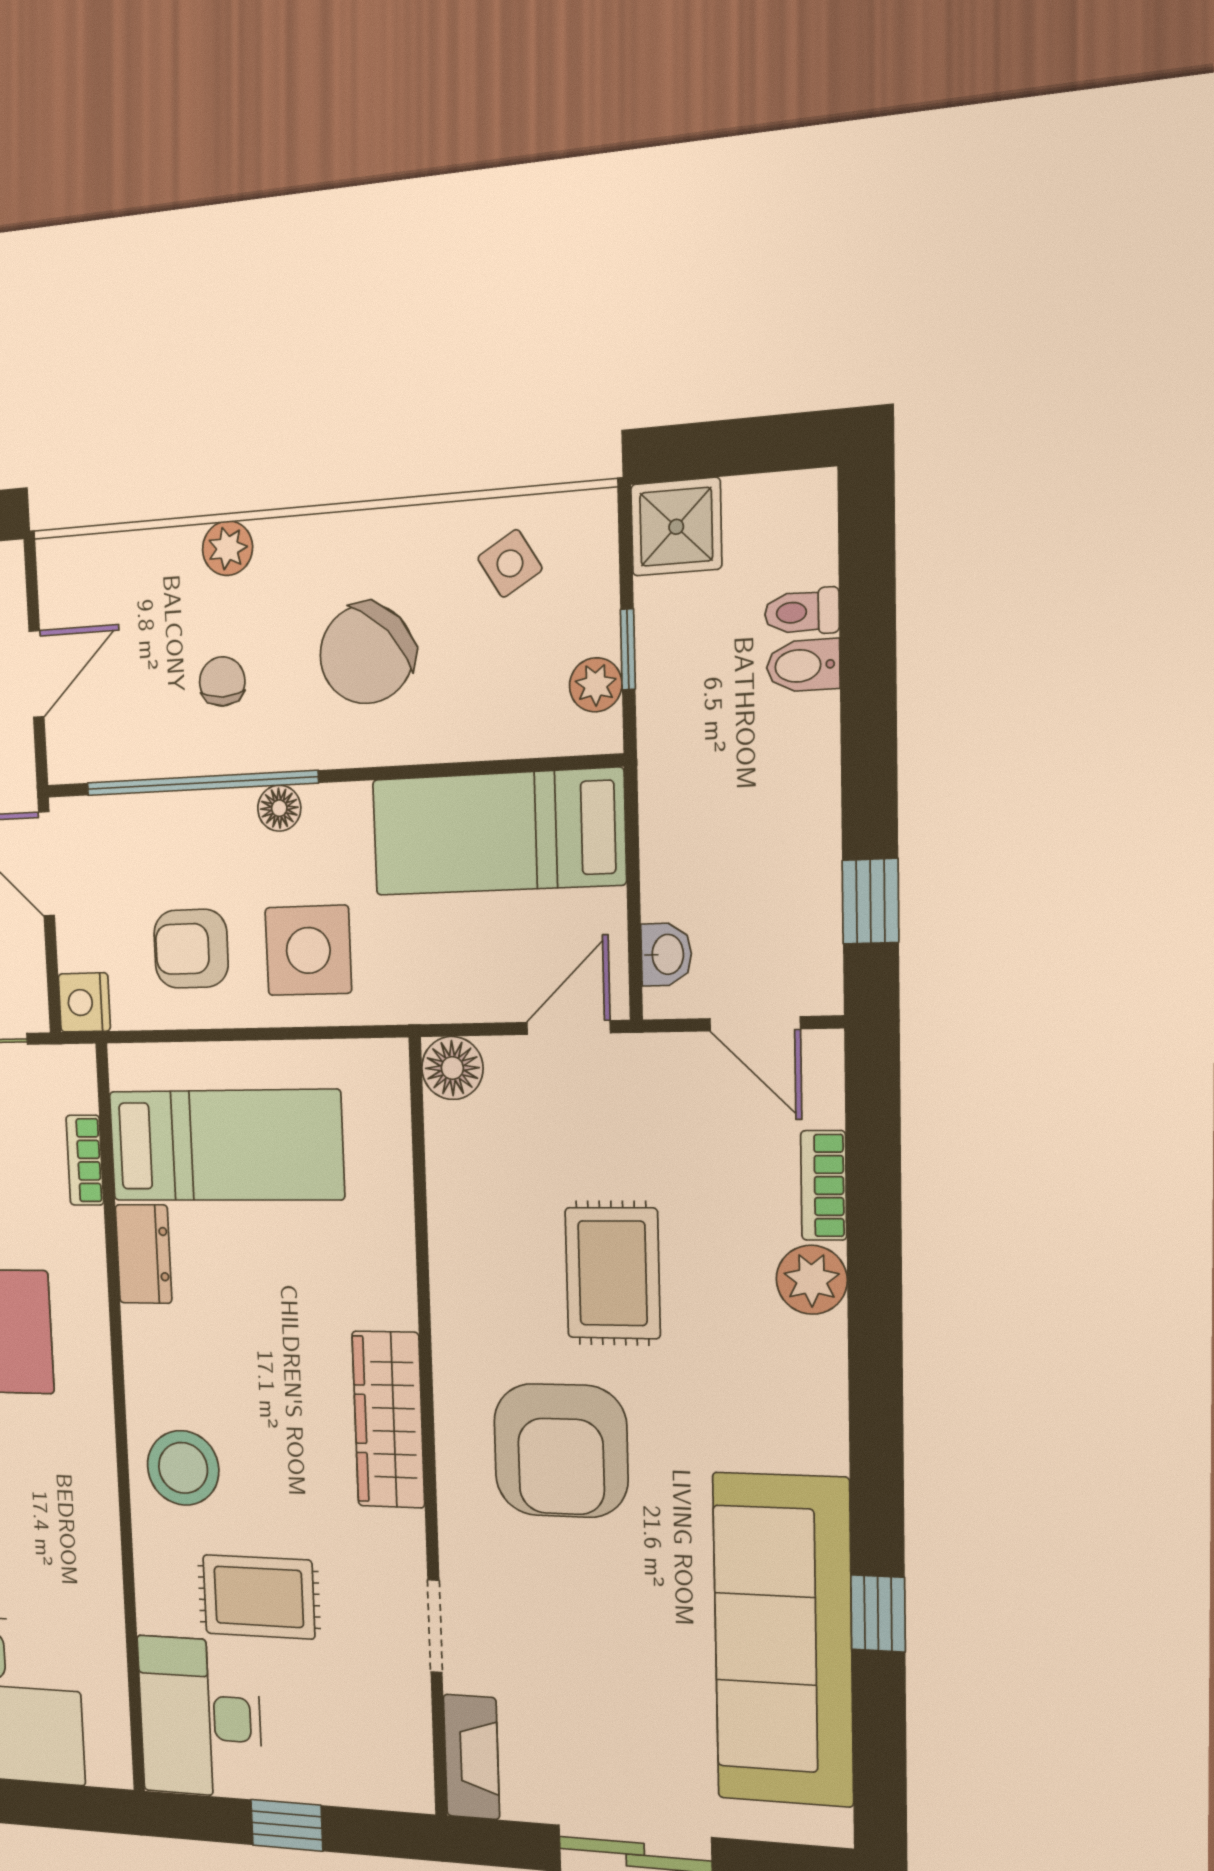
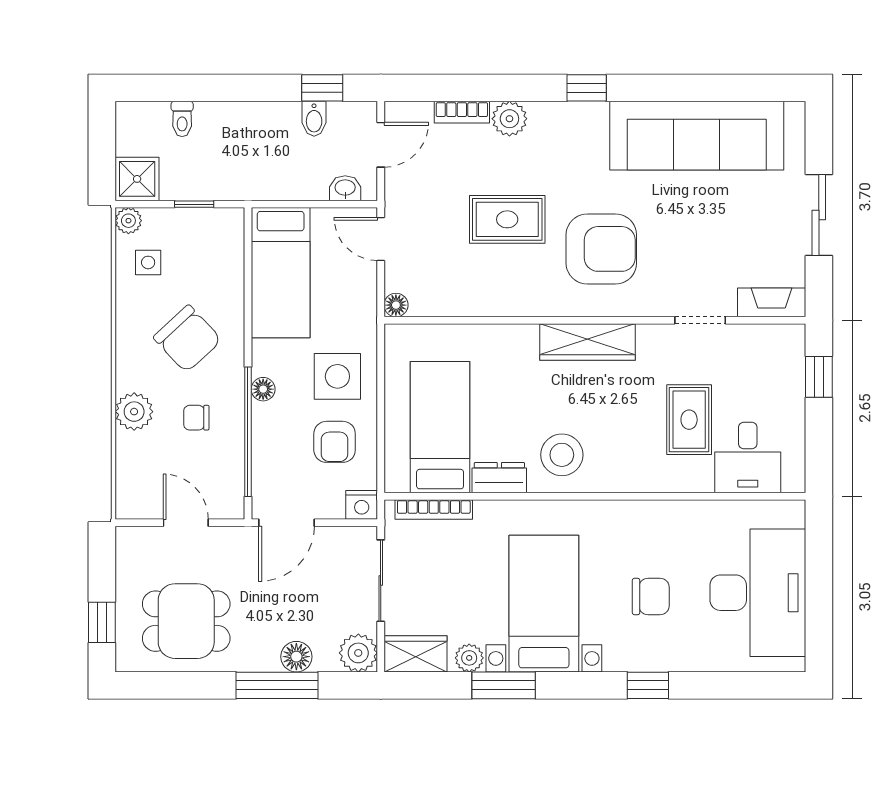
plant: (228, 548) -> (134, 412), width x1.38, depth x1.38
side table: (510, 563) -> (148, 262), turned 31
bidet: (803, 666) -> (314, 119), moved
plant: (596, 685) -> (128, 221), moved
floor lamp: (452, 1068) -> (396, 305), width x0.73, depth x0.73
bookcase: (85, 1160) -> (434, 509), width x1.56
stool: (183, 1468) -> (562, 455), moved
window: (878, 1613) -> (587, 88), moved
desk: (200, 1717) -> (748, 457), width x0.73
window: (287, 1825) -> (819, 377), moved

